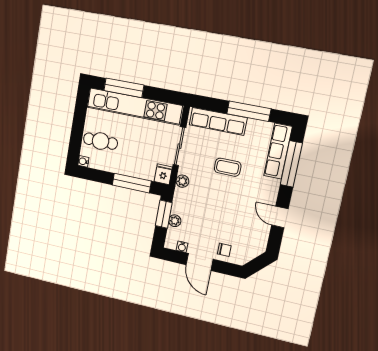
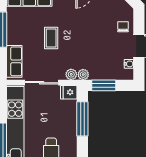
row of seats: (218, 121) -> (14, 61), width x0.68
plant: (175, 221) -> (83, 75), moved

